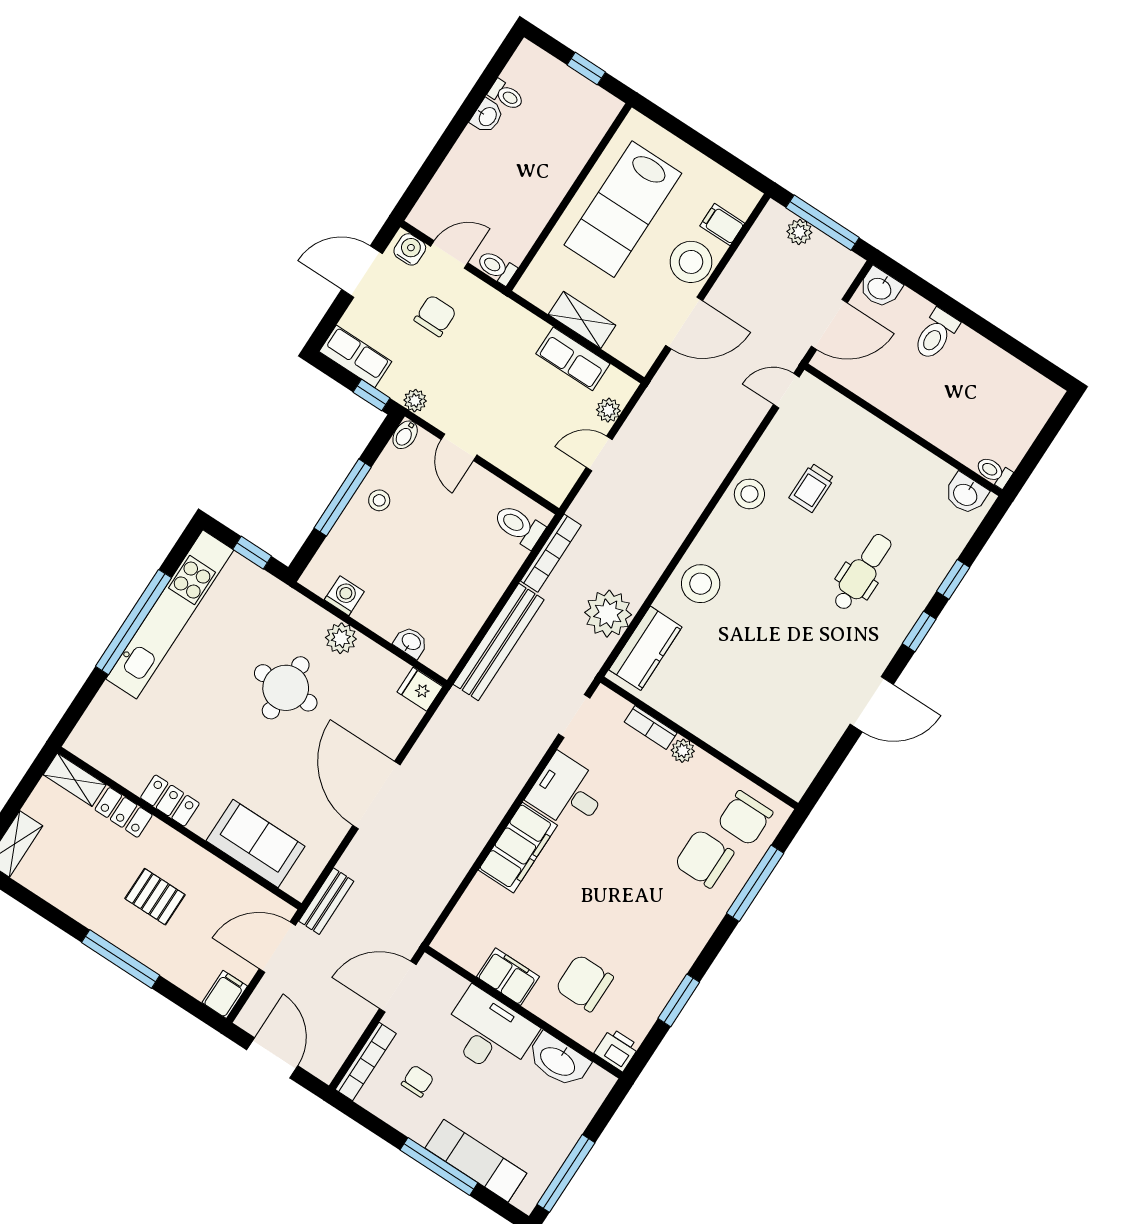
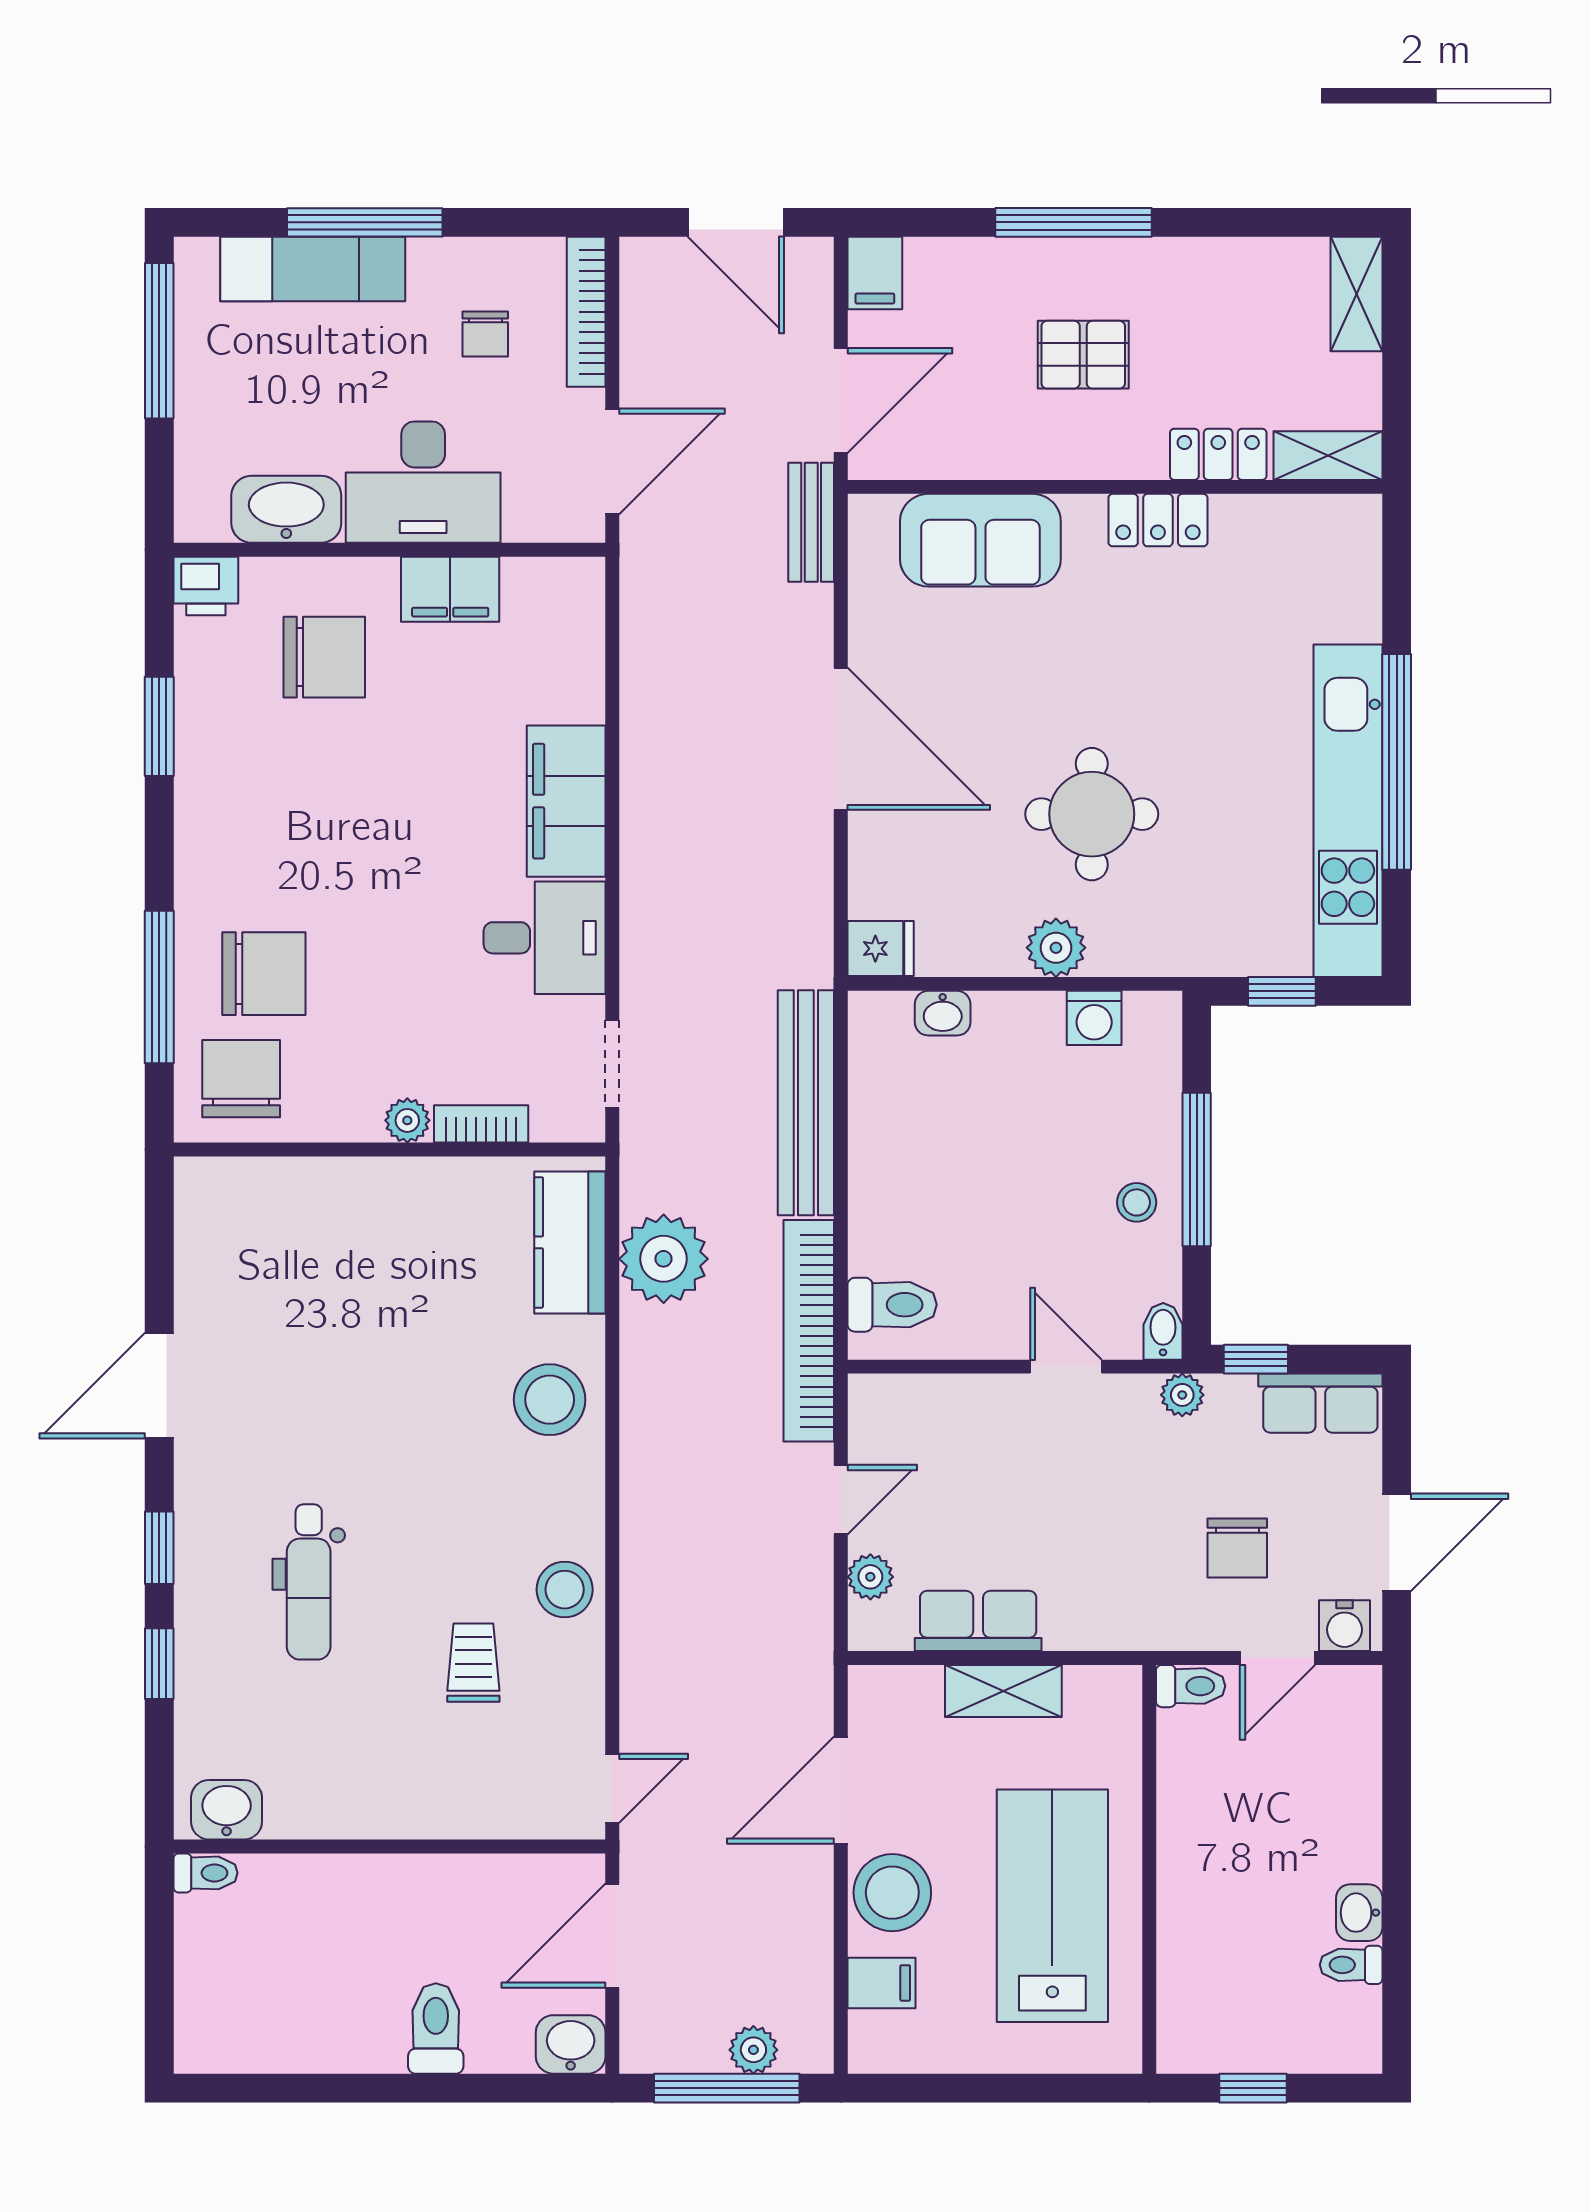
bookcase: (551, 553) -> (809, 1331), width x1.48, depth x1.31

